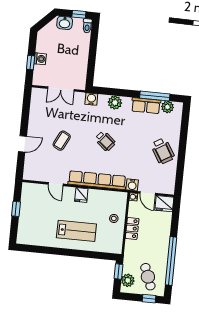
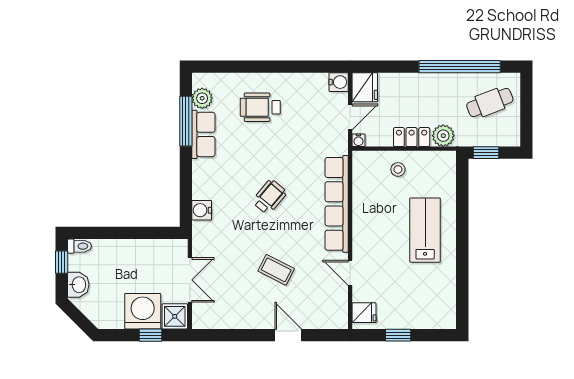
washing machine: (40, 59) -> (143, 311), width x1.89, depth x1.89
shower: (40, 78) -> (175, 316), added
water cooler: (91, 99) -> (202, 210), moved
plant: (115, 103) -> (203, 187), removed
wheelchair: (163, 151) -> (260, 107), moved, turned -149
door: (56, 184) -> (350, 273), swing flipped
water cooler: (132, 185) -> (339, 82), moved
fridge: (81, 195) -> (364, 313), moved
plant: (128, 280) -> (443, 136), moved
window: (149, 299) -> (526, 97), removed

